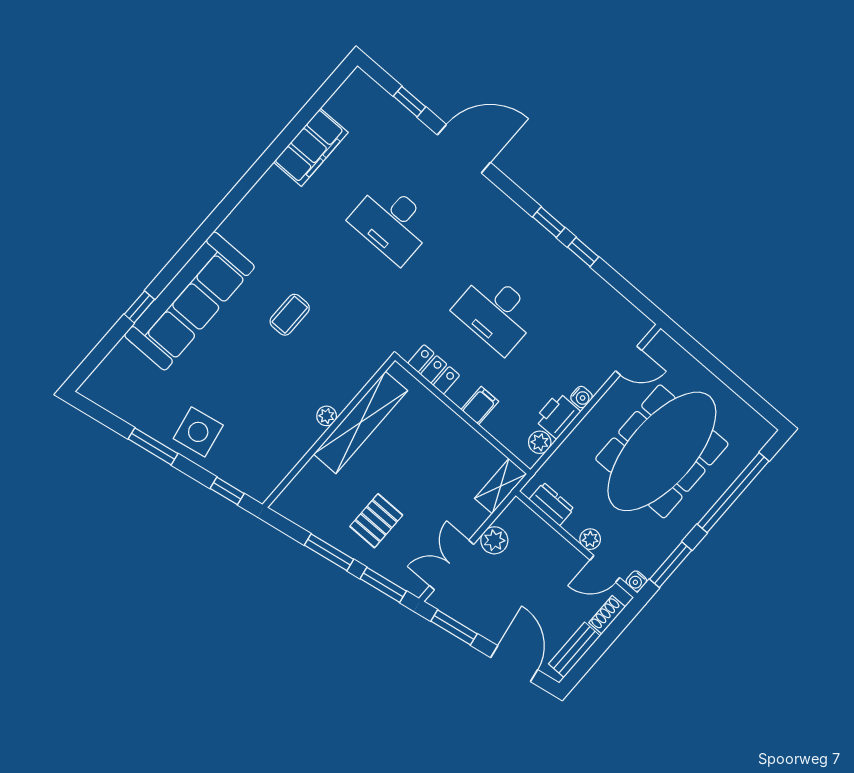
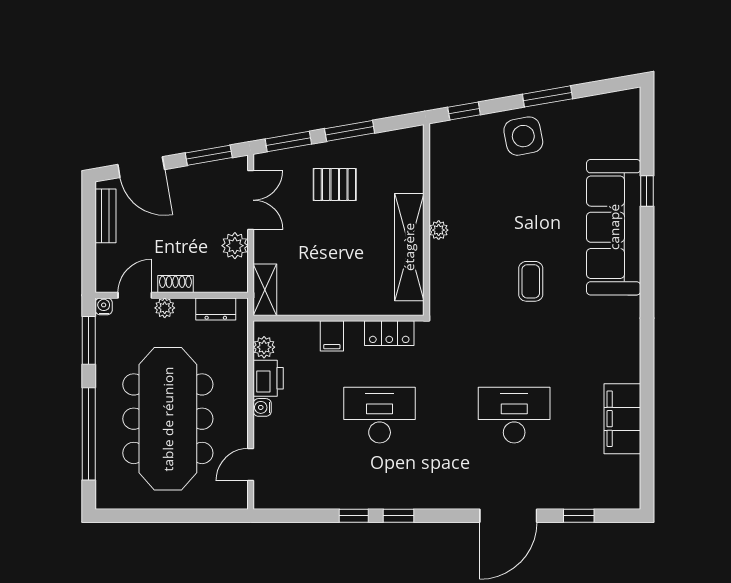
pallet: (376, 521) -> (335, 184), turned 90
shoe rack: (607, 615) -> (175, 284), moved, turned -90

